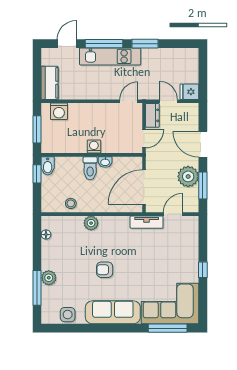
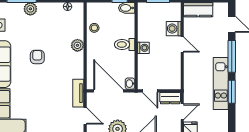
kitchen unit: (110, 56) -> (221, 84), moved
door: (129, 101) -> (182, 44), moved
washing machine: (59, 111) -> (174, 29), moved
washbasin: (105, 162) -> (130, 84), moved

